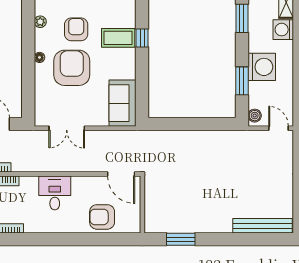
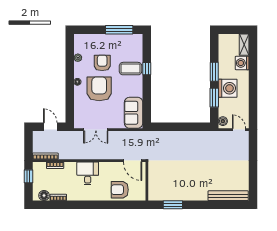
window: (242, 18) -> (214, 72), moved

